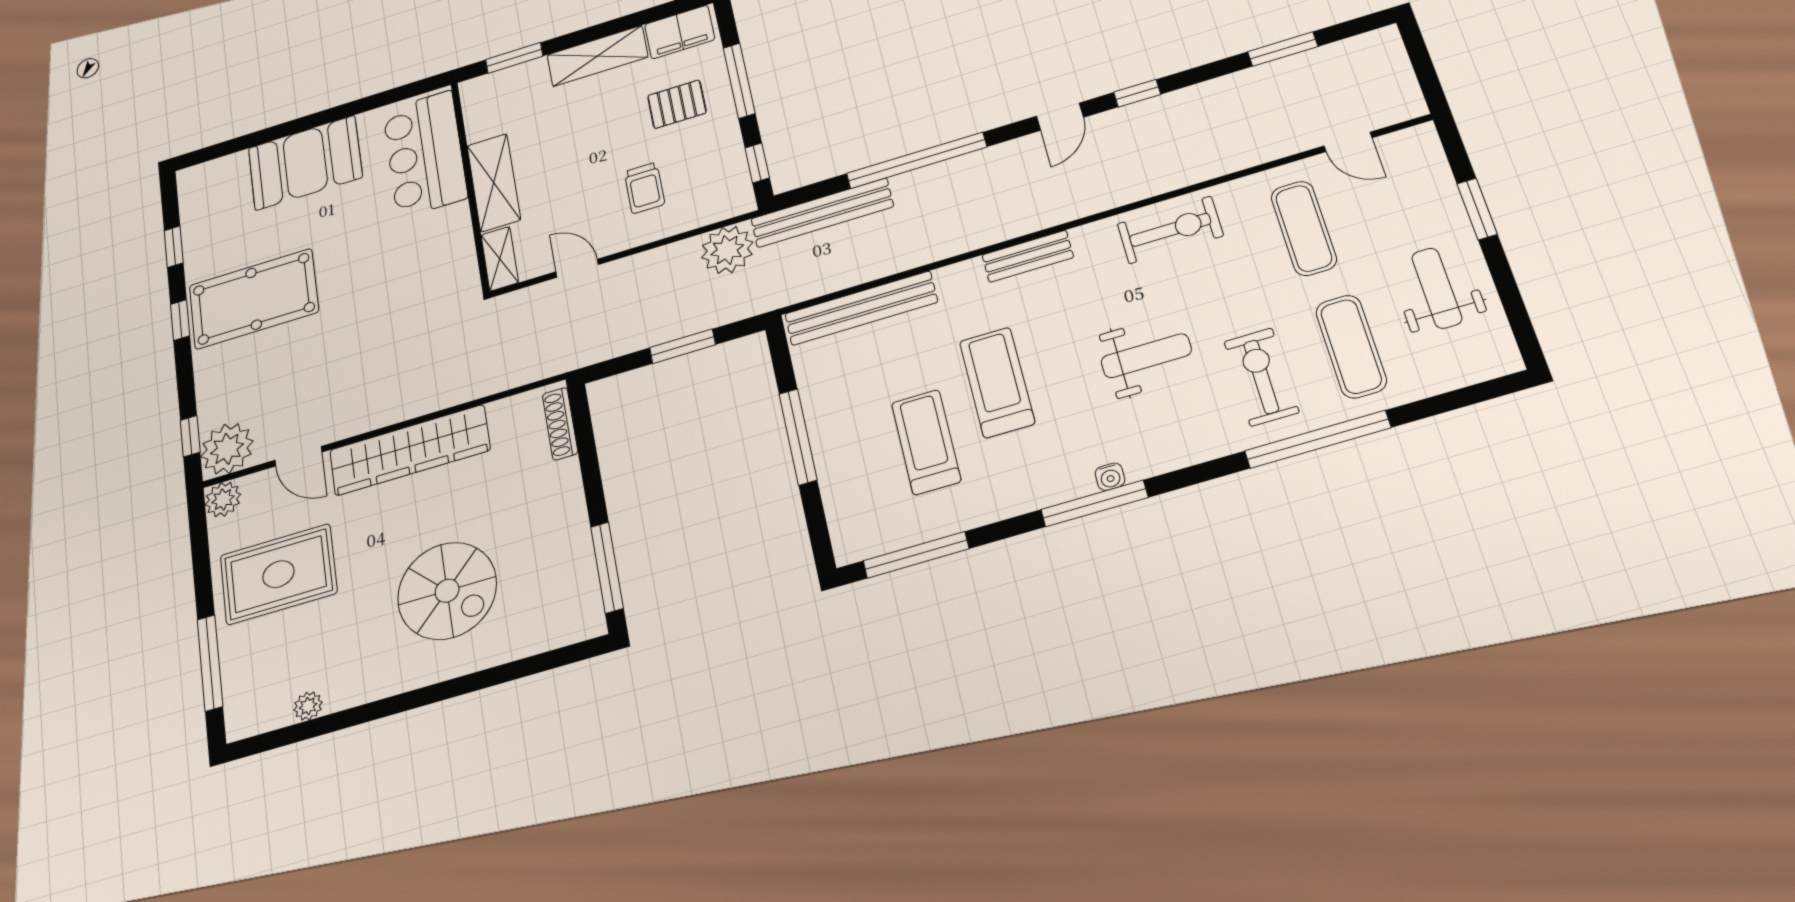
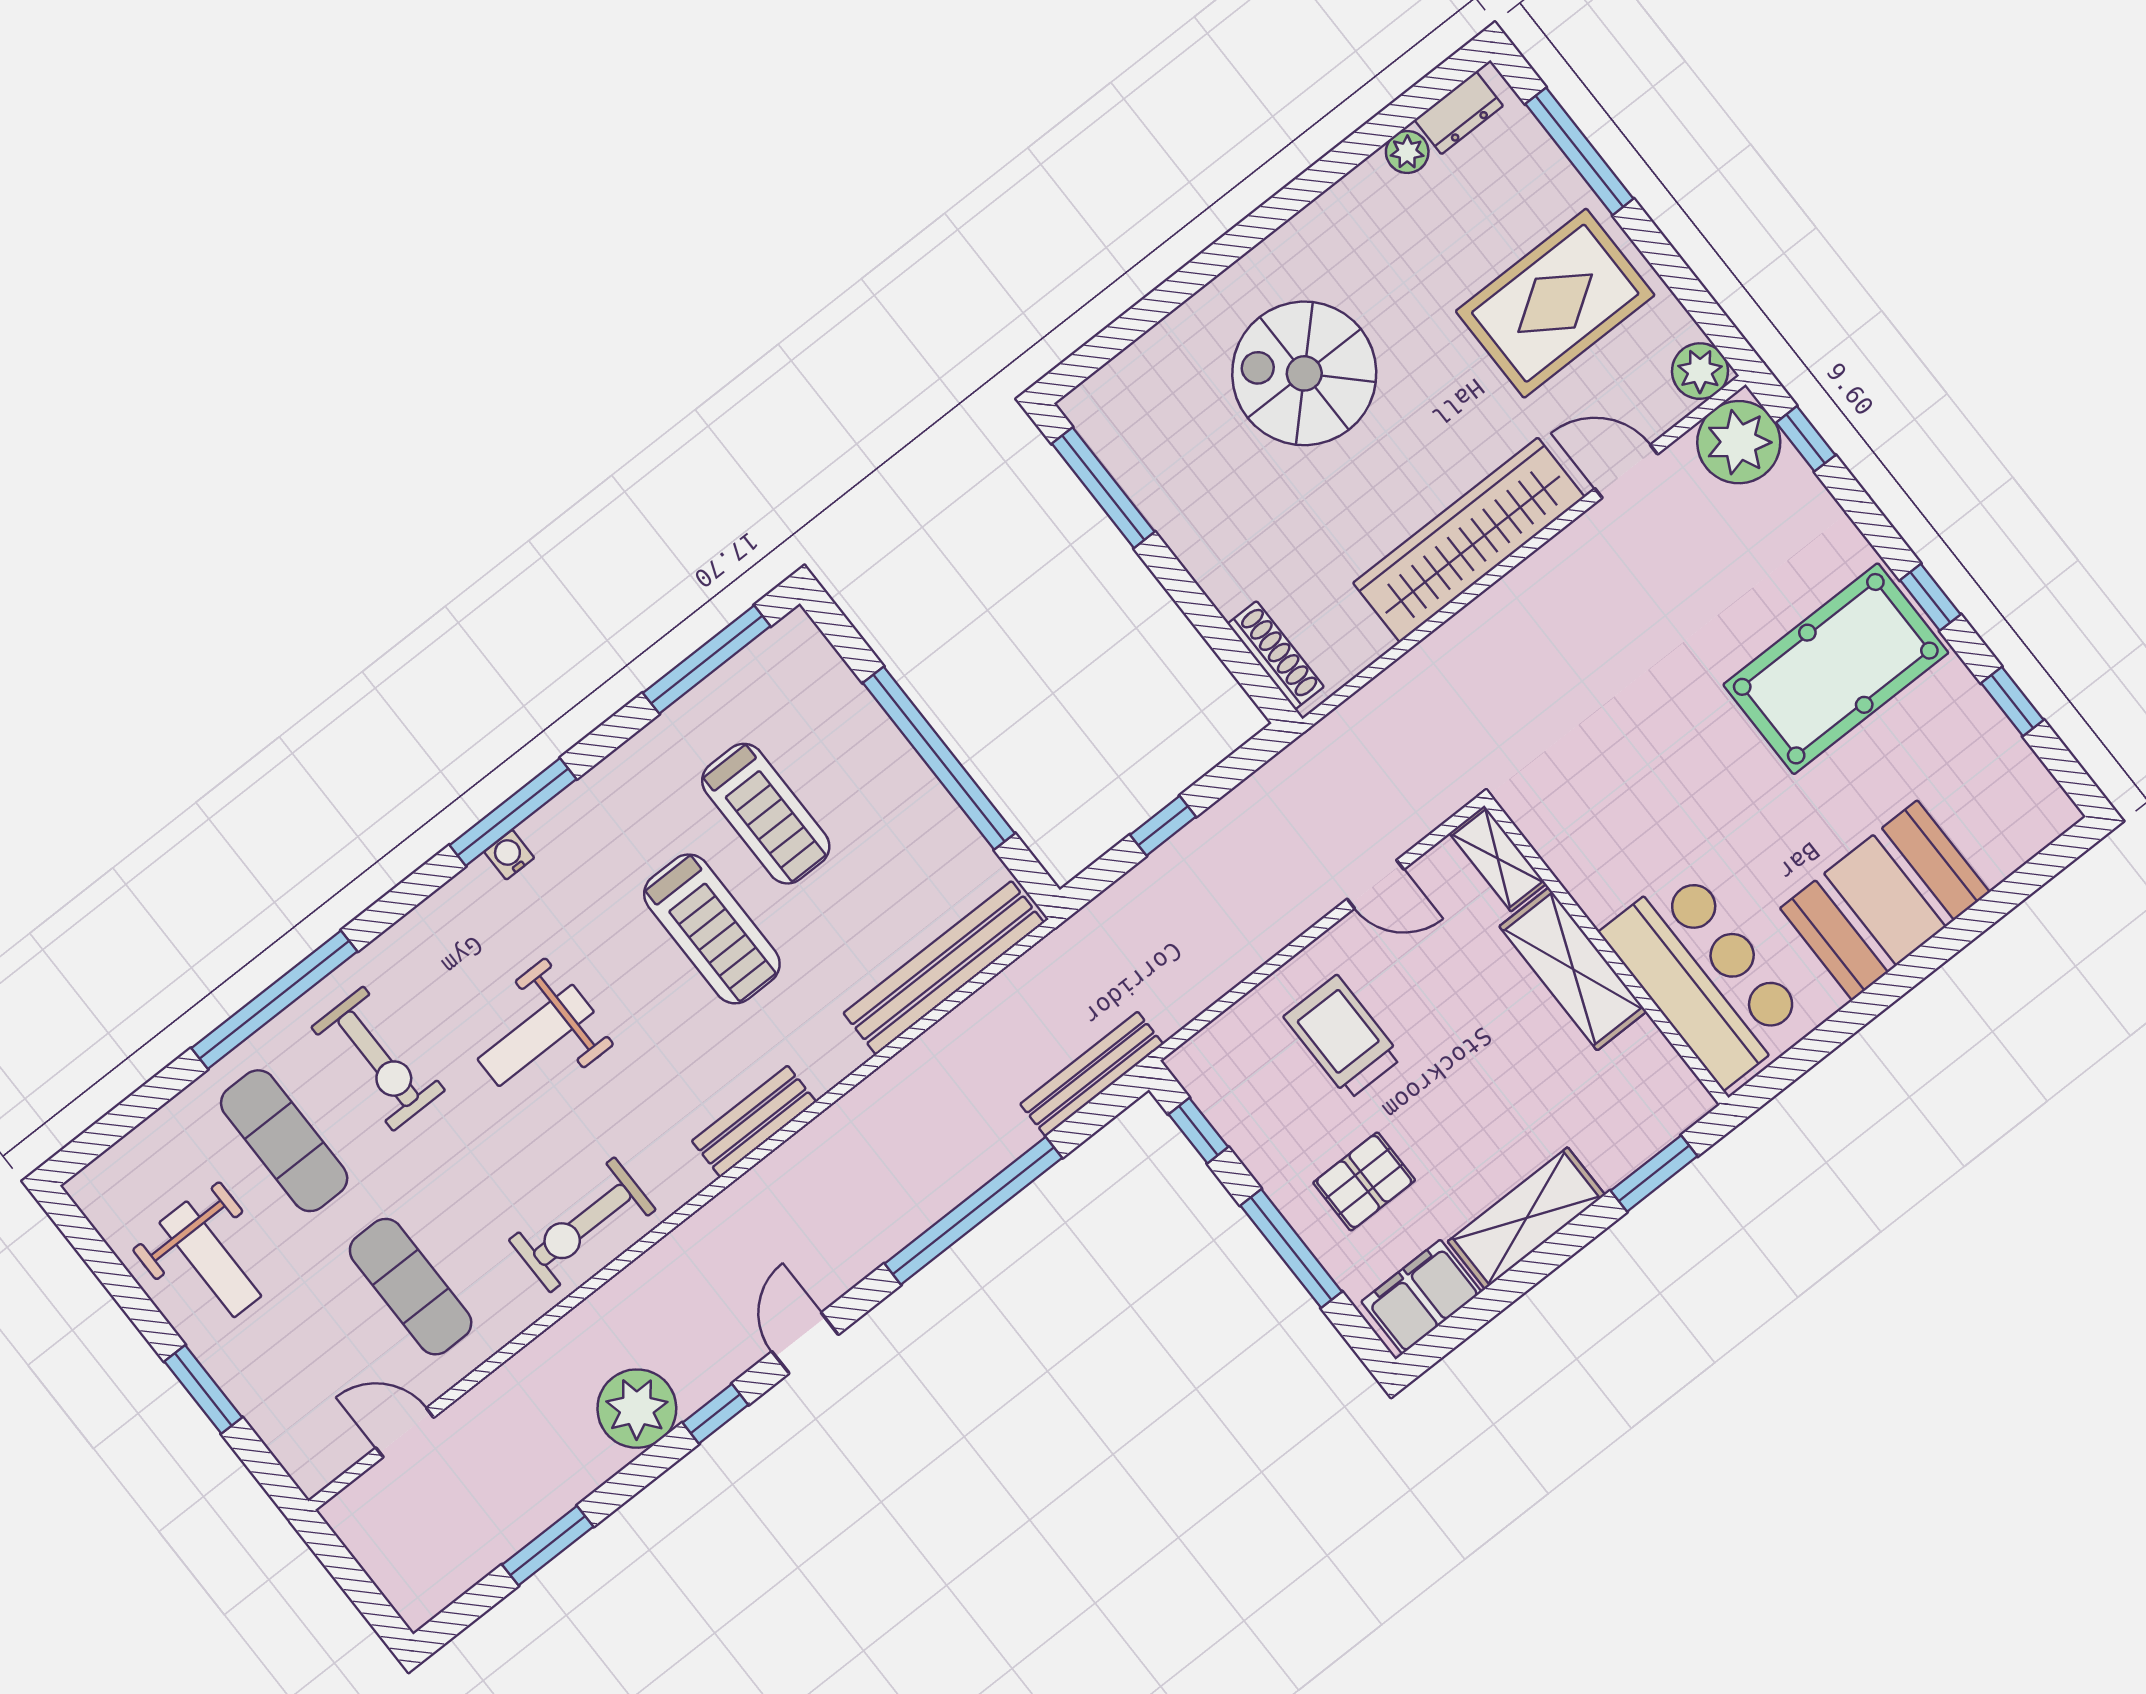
trolley: (644, 188) -> (1343, 1037), width x1.36, depth x1.39
bench: (822, 213) -> (1092, 1074), width x0.73, depth x0.82
plant: (727, 250) -> (637, 1409), moved
window: (683, 346) -> (1163, 826), width x0.67
window: (798, 437) -> (939, 758), width x1.46
dresser: (264, 718) -> (1459, 113), added

